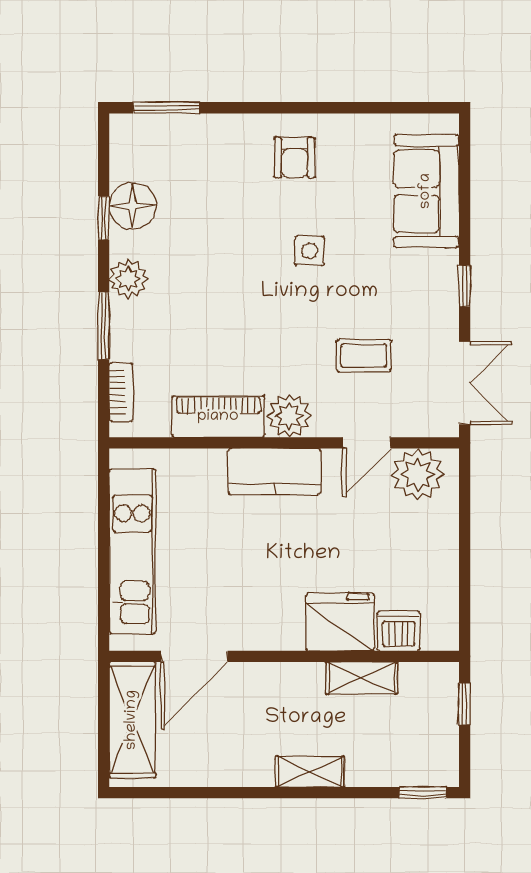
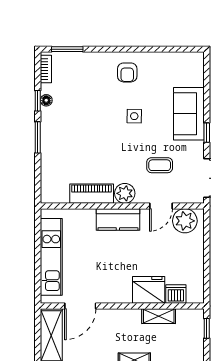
sofa: (426, 191) -> (189, 114), moved
floor lamp: (133, 206) -> (46, 100), width x0.53, depth x0.53
plant: (128, 279) -> (49, 129), removed
window: (104, 326) -> (38, 137), moved
bookcase: (121, 392) -> (46, 69), moved

